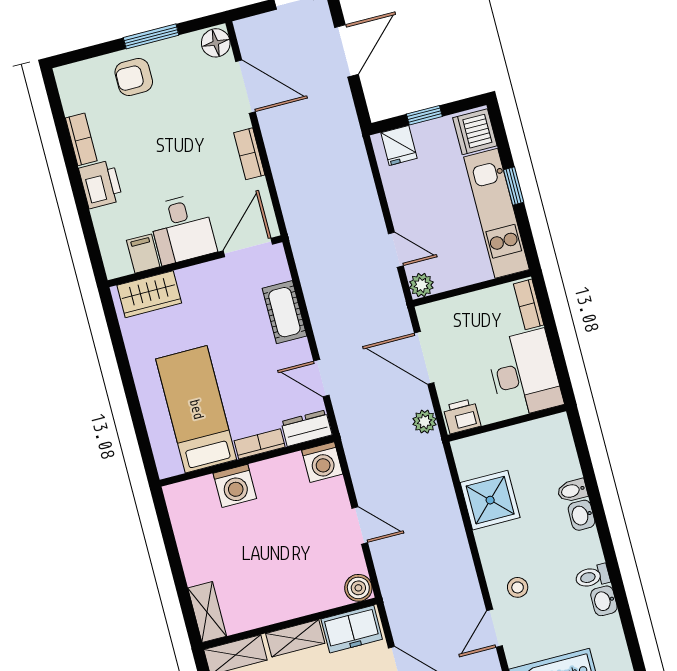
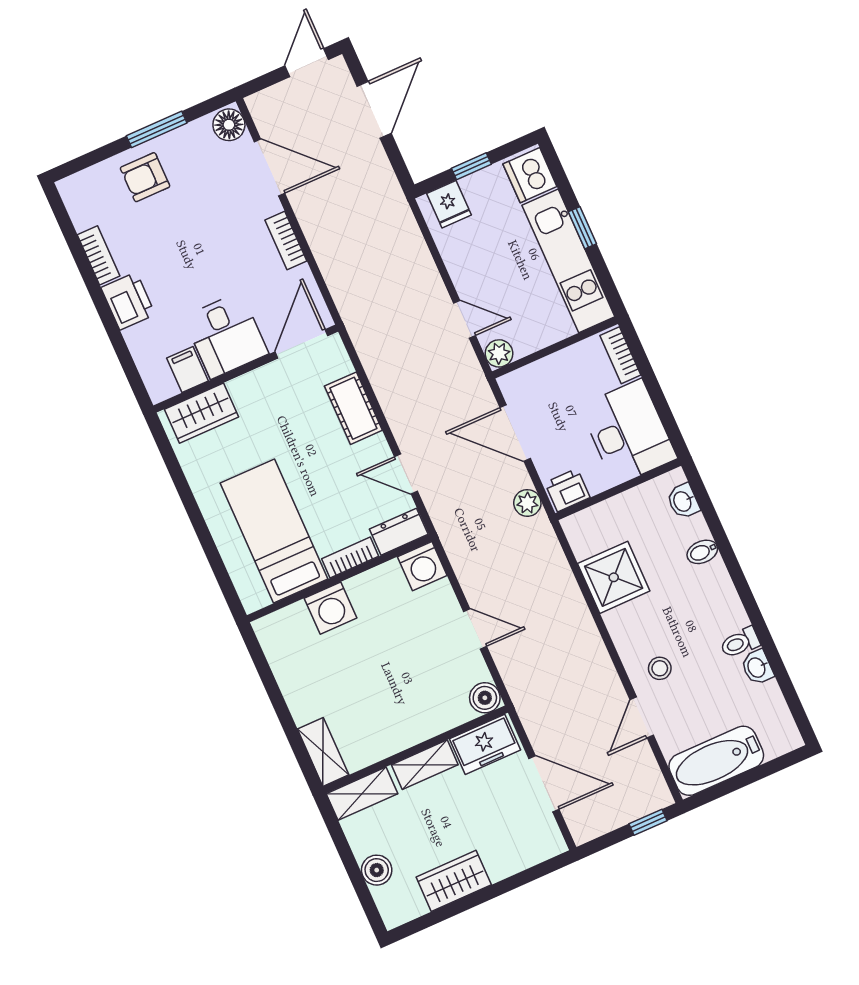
washbasin: (582, 515) -> (683, 501), moved

